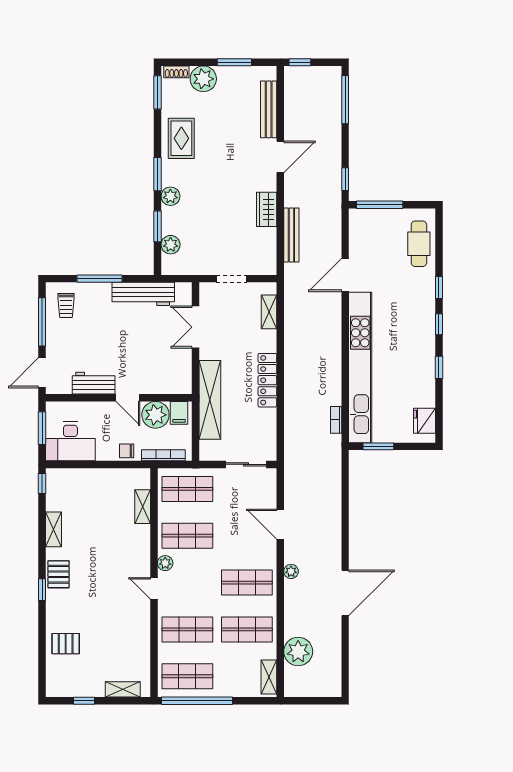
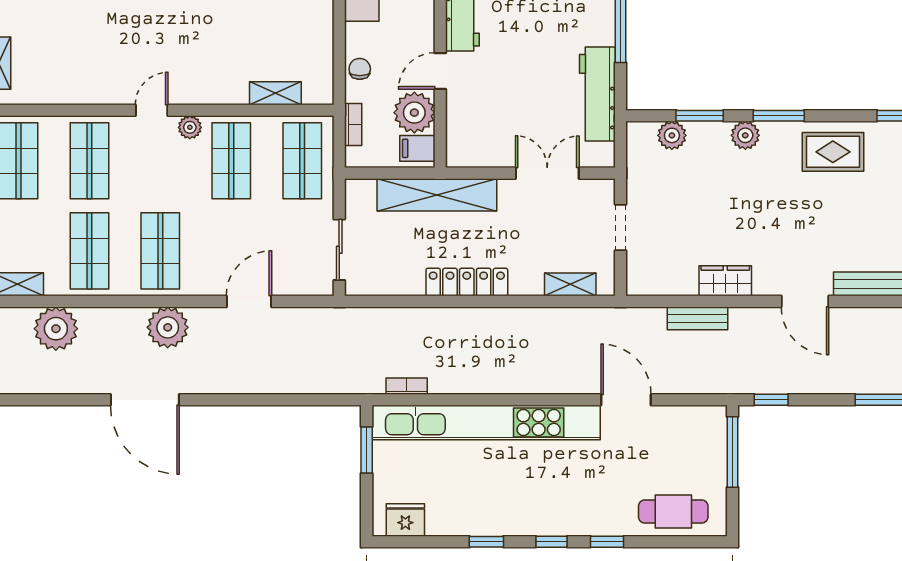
bench: (291, 235) -> (698, 318), width x0.73
bookcase: (163, 455) -> (353, 125), width x0.64
plant: (291, 571) -> (168, 327), width x1.88, depth x1.88

